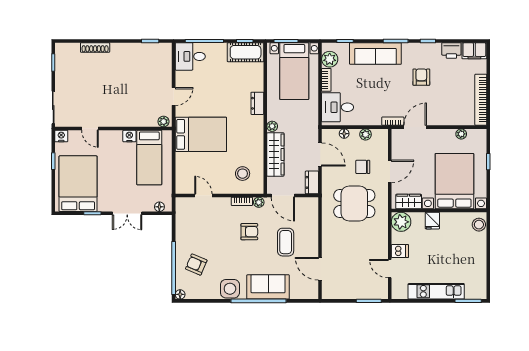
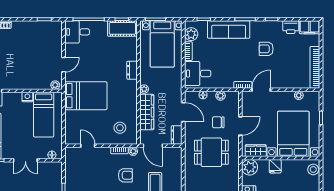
armchair: (421, 77) -> (266, 49), turned -90

